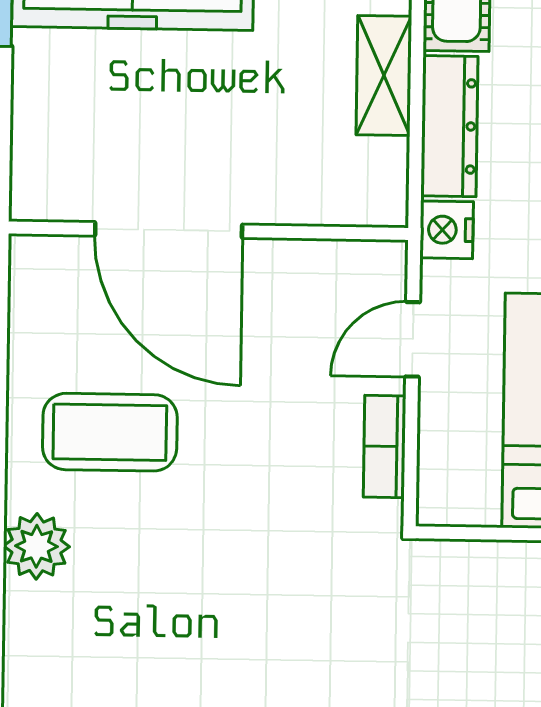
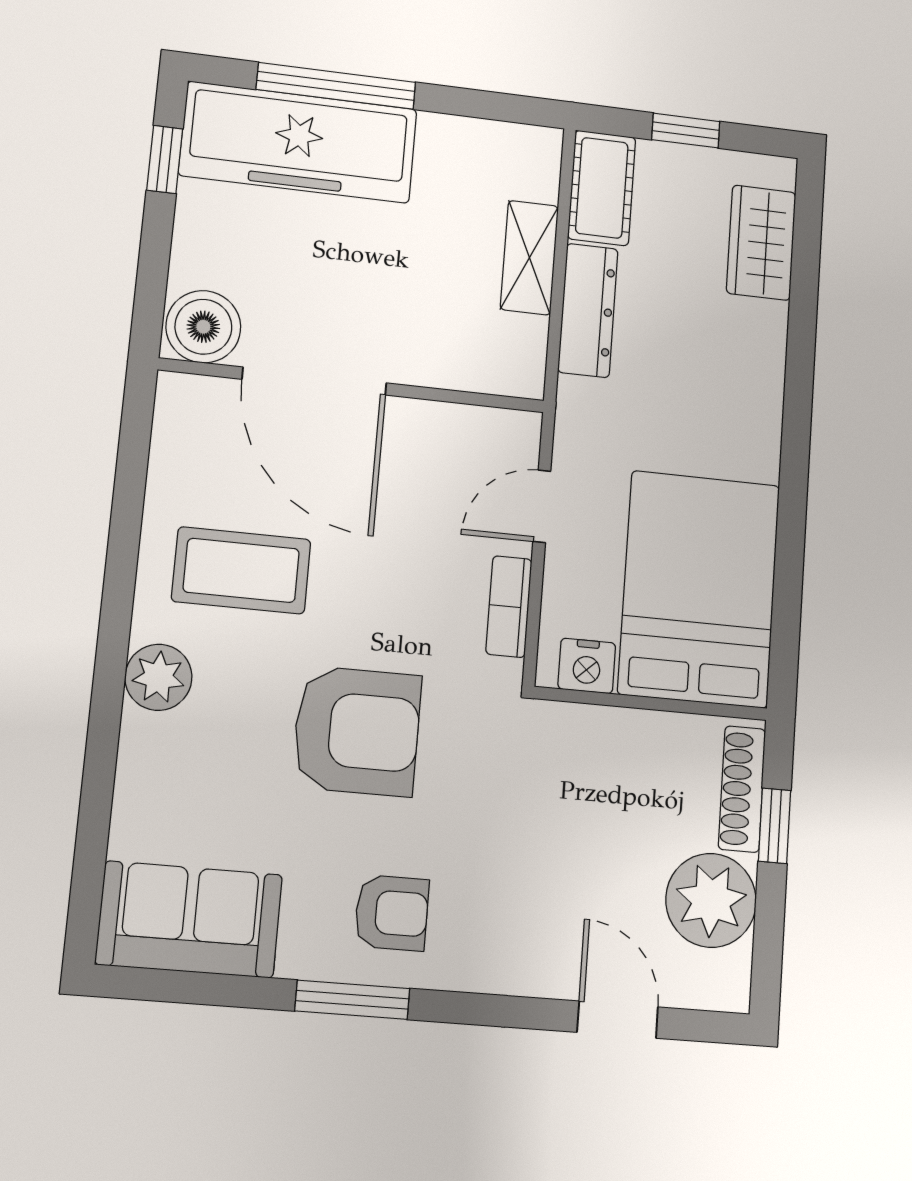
boiler: (51, 184) -> (203, 327), added
nightstand: (447, 230) -> (587, 666), moved, turned -90
armchair: (238, 585) -> (357, 731), added

